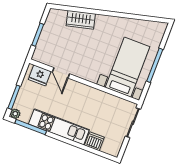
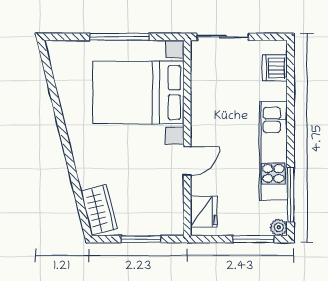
wardrobe: (81, 20) -> (99, 210), moved
bed with nightstands: (127, 67) -> (138, 92), width x1.36
door: (61, 73) -> (187, 161), moved
dishwasher: (94, 141) -> (275, 68), moved

